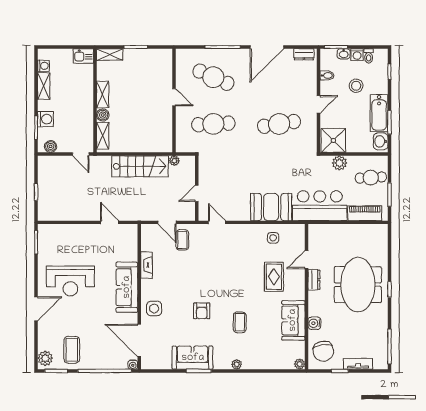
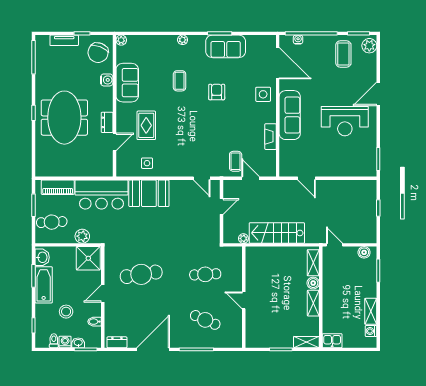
cafe table: (213, 77) -> (205, 320), width x0.73, depth x0.74
washing machine: (45, 119) -> (369, 279), removed
cafe table: (213, 124) -> (205, 274), width x0.73, depth x0.74
reception desk: (70, 281) -> (345, 121), turned 180
chair: (323, 351) -> (98, 53), turned -149
water cooler: (133, 365) -> (298, 40), moved

